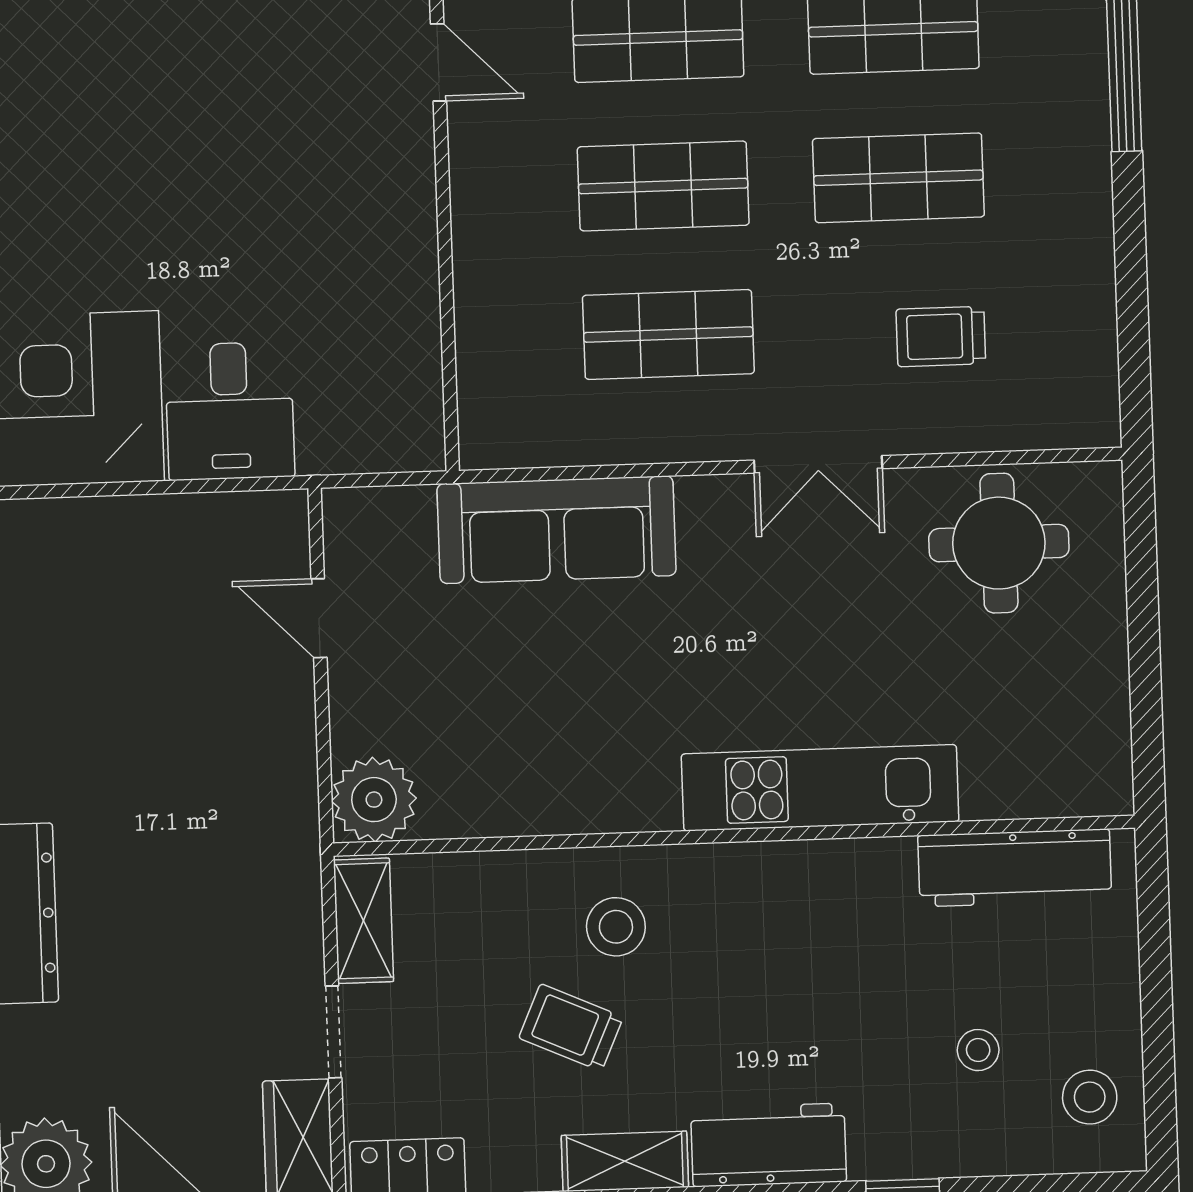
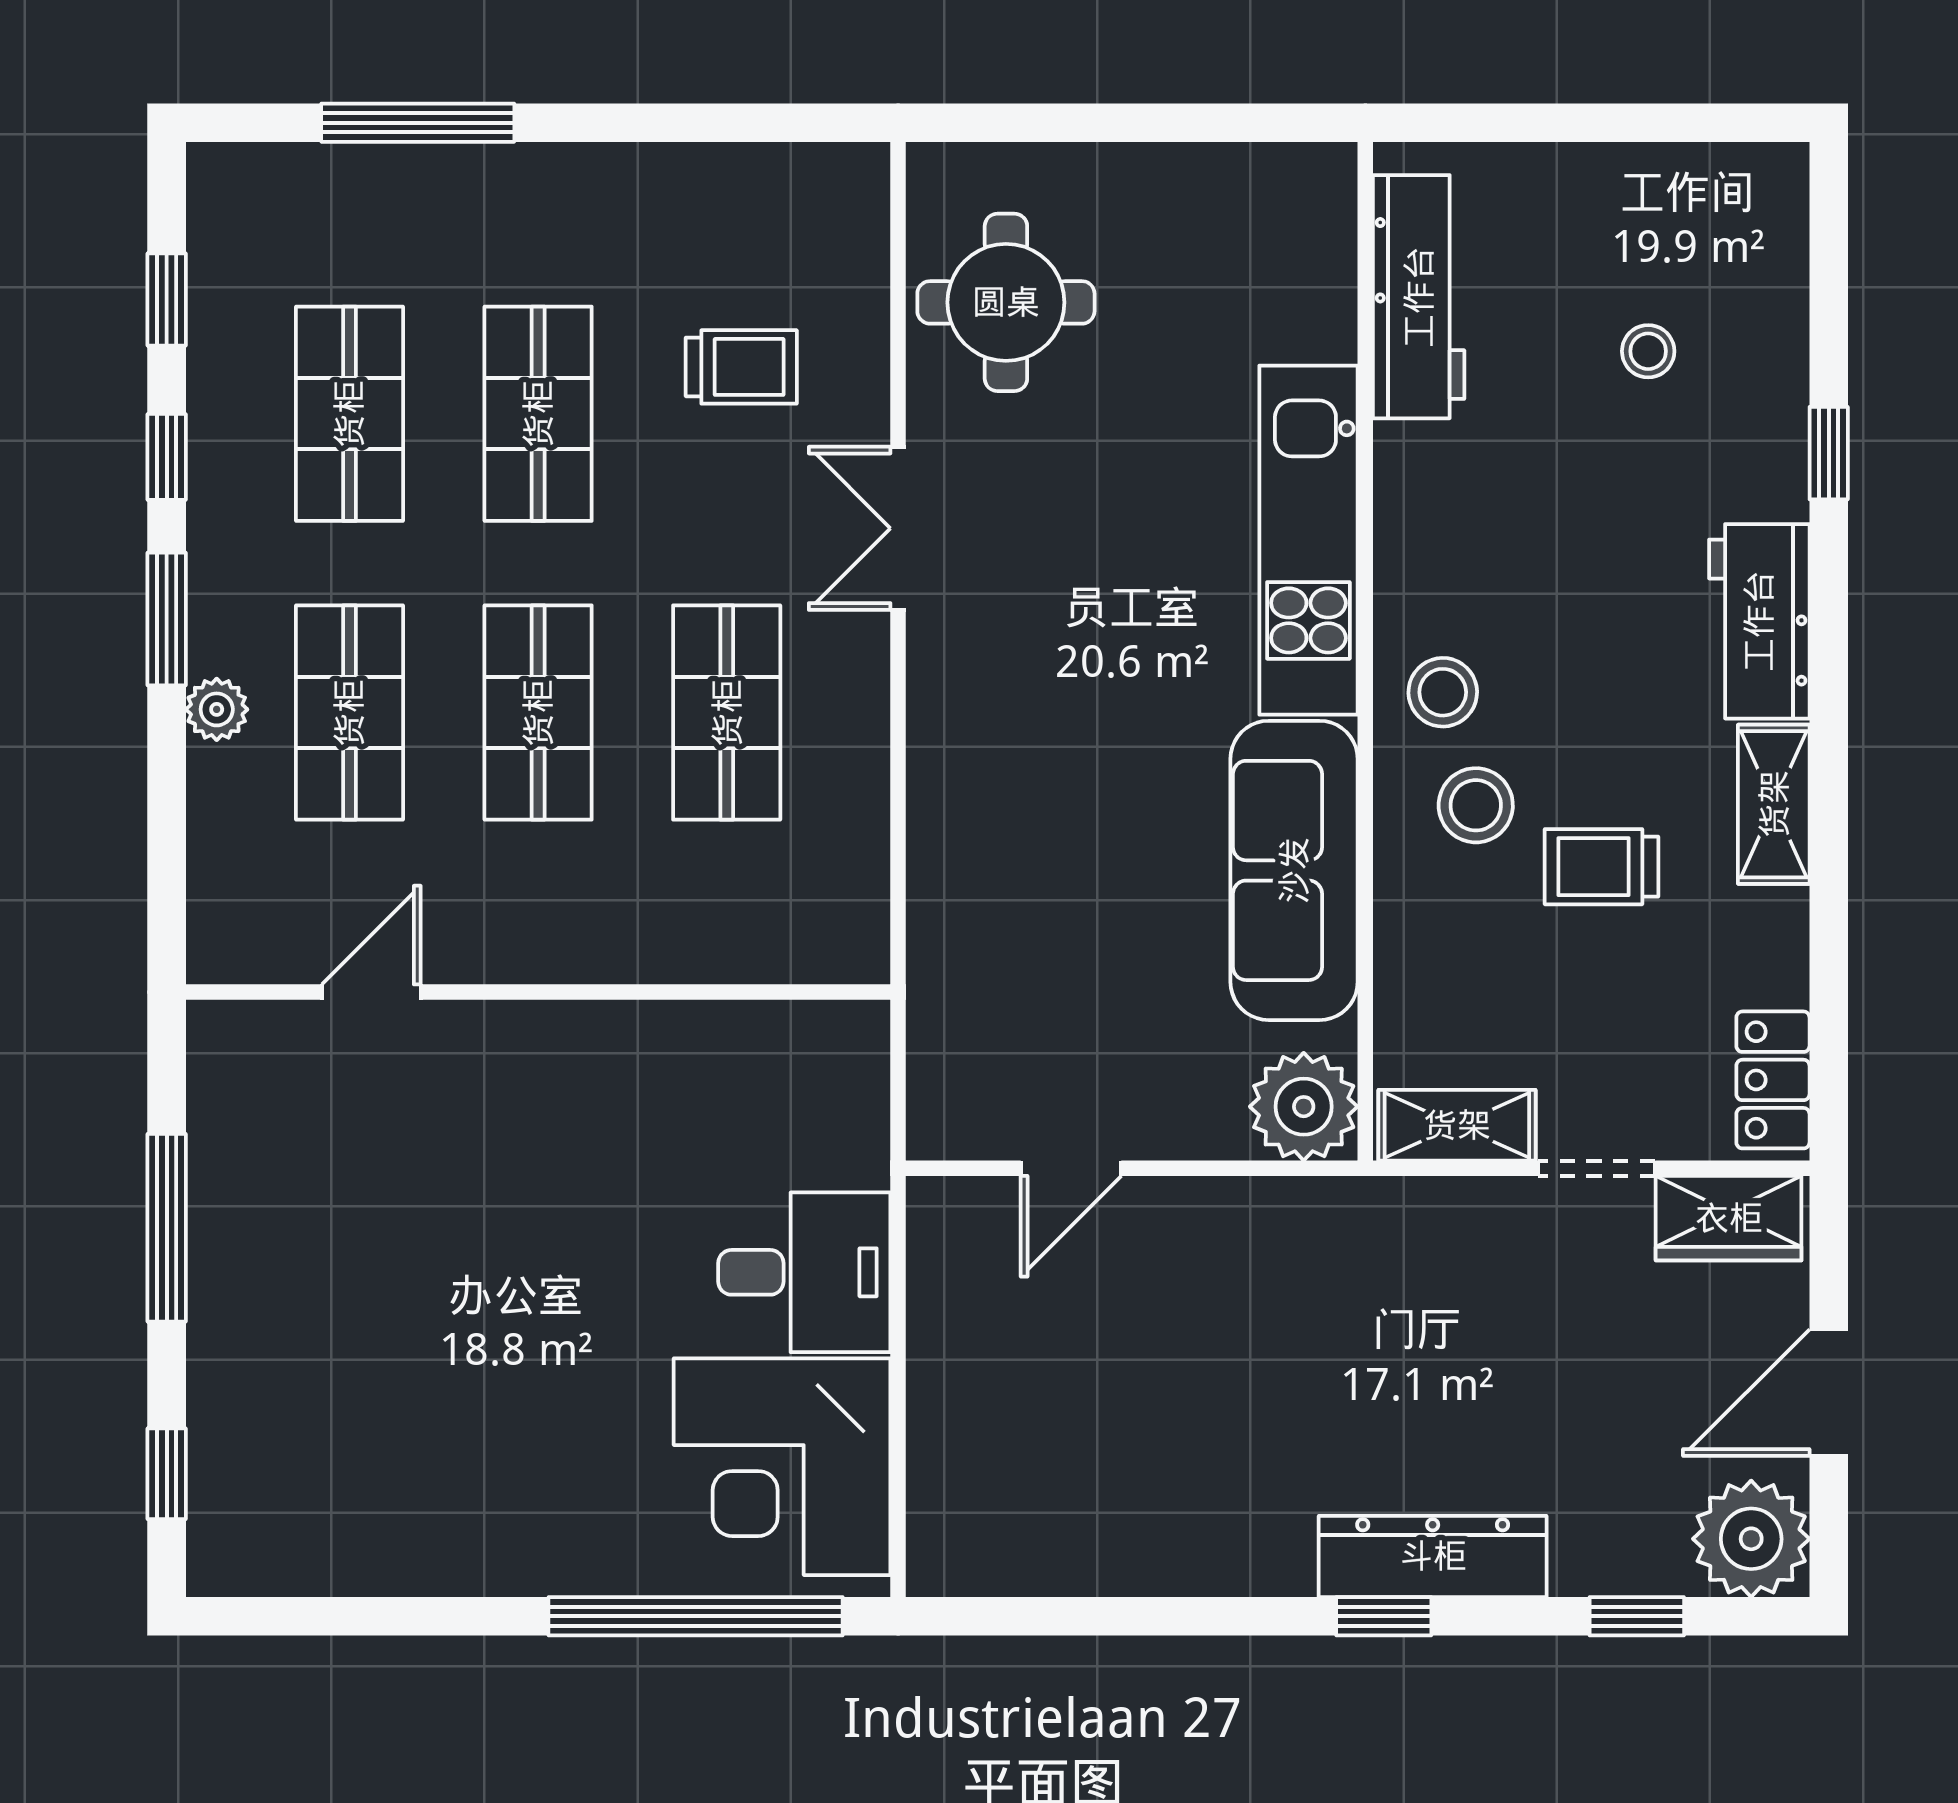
trolley: (941, 336) -> (741, 367), turned -90
double door: (818, 464) -> (898, 528), swing flipped
sofa: (557, 530) -> (1294, 870), moved, turned 180
trolley: (571, 1027) -> (1601, 867), turned 66
stool: (1090, 1097) -> (1443, 692), moved

